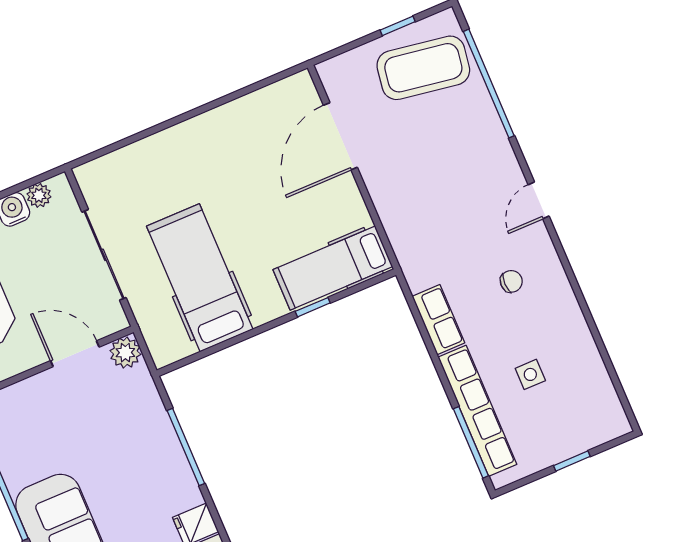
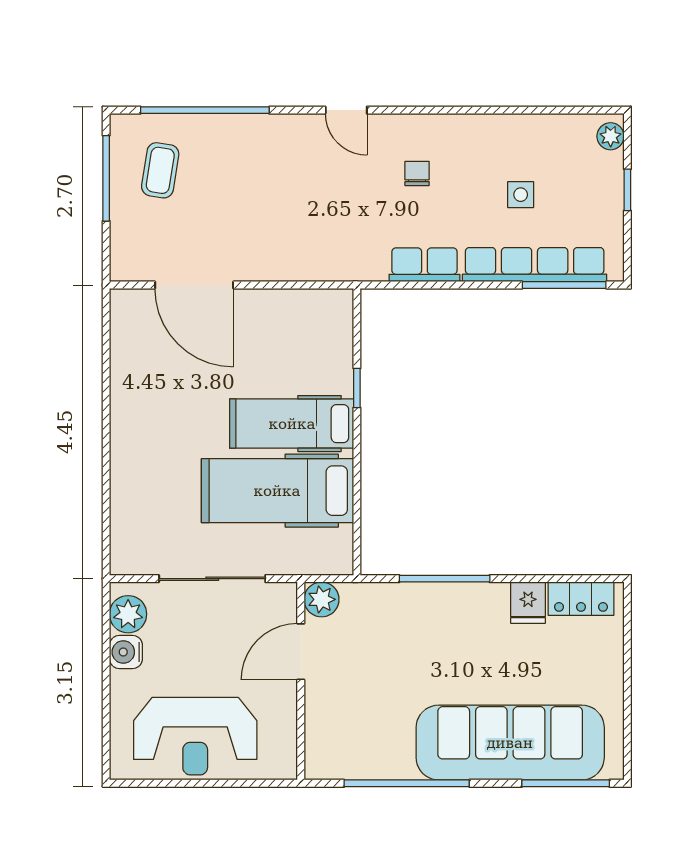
window: (398, 26) -> (106, 178), width x2.17
coffee table: (423, 68) -> (160, 170), width x0.54, depth x0.58
plant: (39, 195) -> (128, 614), width x1.38, depth x1.38
hospital bed: (333, 268) -> (292, 424), moved, turned 90
plant: (610, 428) -> (611, 136), added

